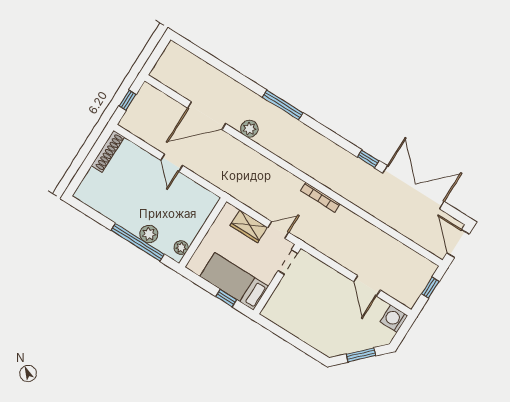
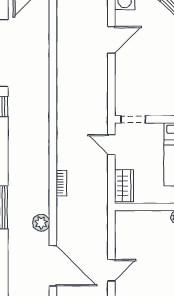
bookcase: (320, 197) -> (61, 183), moved, width x0.64
wardrobe: (249, 226) -> (124, 186), moved

